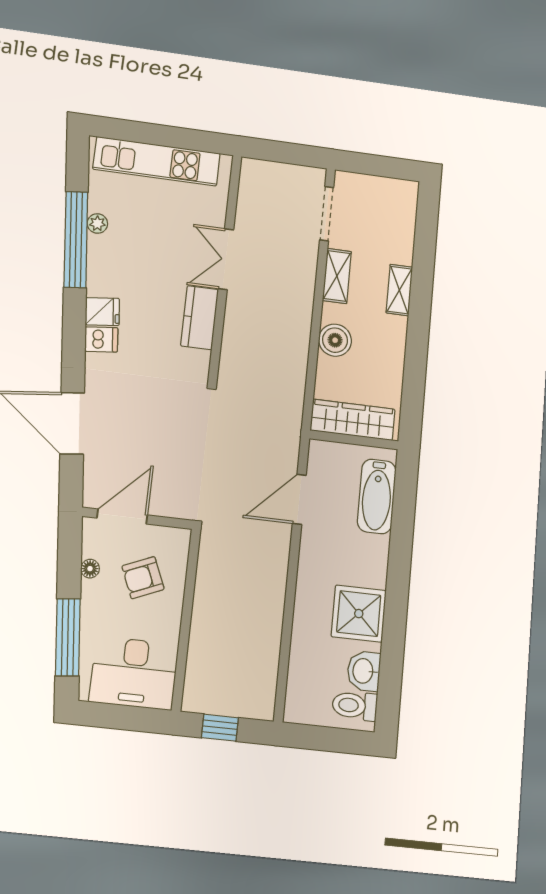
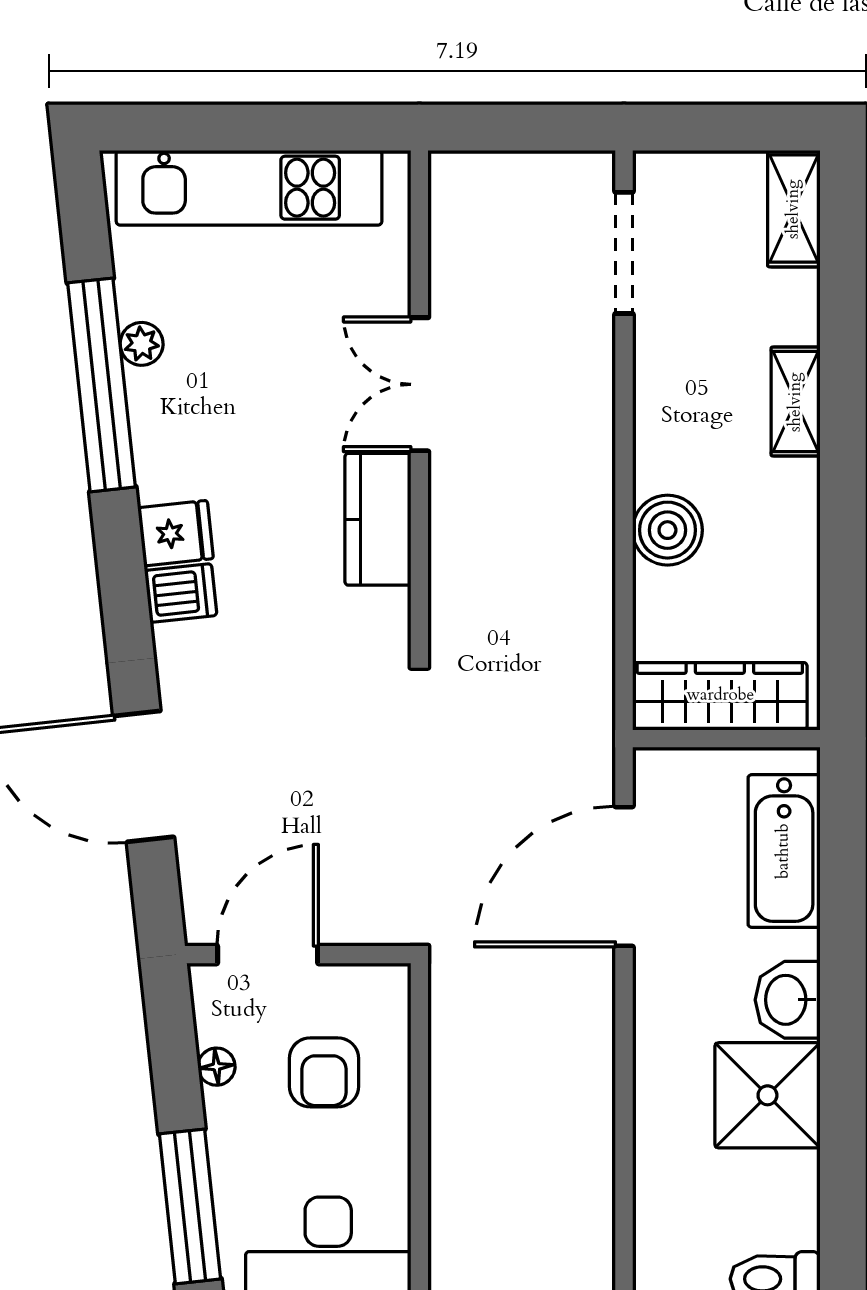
shelving: (337, 276) -> (794, 209), moved
door: (299, 499) -> (624, 876), width x1.36
armchair: (143, 578) -> (324, 1072), turned -67
washbasin: (364, 671) -> (788, 1000), moved

